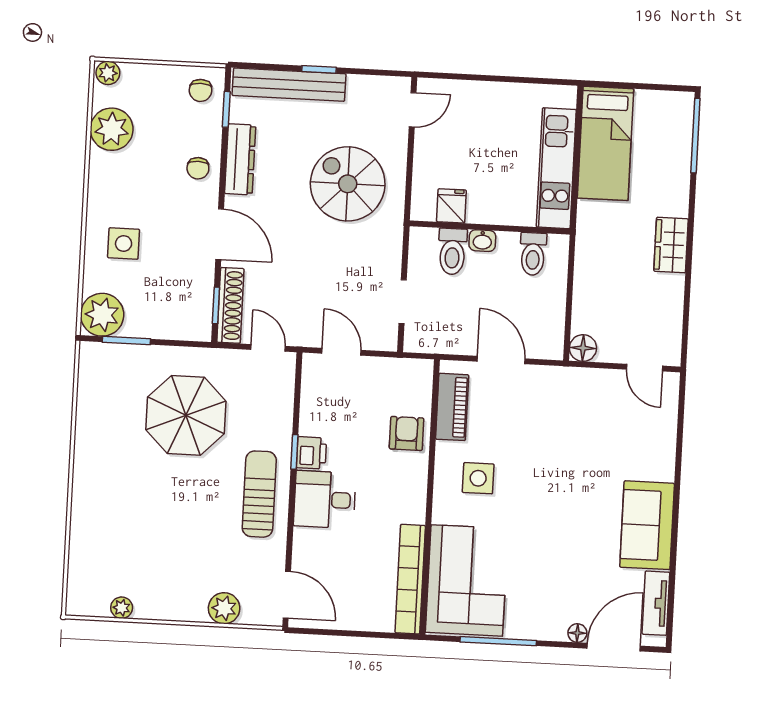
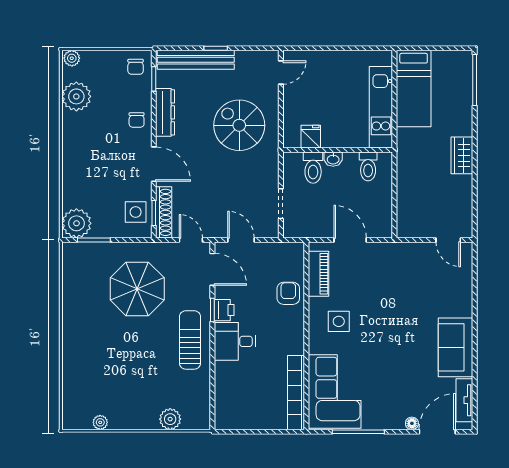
side table: (124, 243) -> (136, 212), moved
floor lamp: (583, 348) -> (406, 229), removed
door: (287, 595) -> (212, 269), moved

